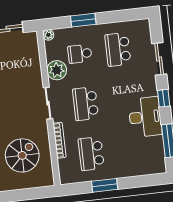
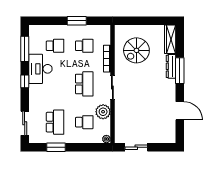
window: (83, 20) -> (56, 147), moved
sliding door: (159, 59) -> (25, 123), moved
school desk: (129, 149) -> (55, 46), added
school desk: (91, 154) -> (84, 46), width x0.54

